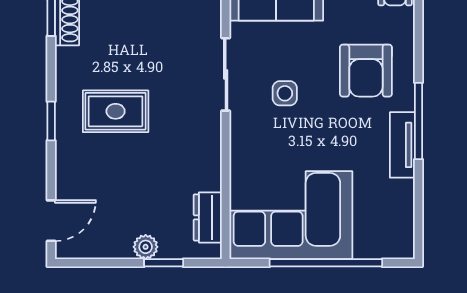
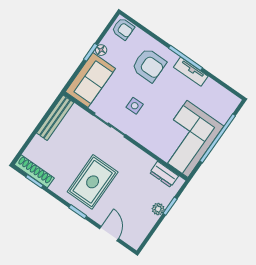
rug: (116, 111) -> (93, 182), width x1.36, depth x1.43
door: (51, 221) -> (109, 234), moved

